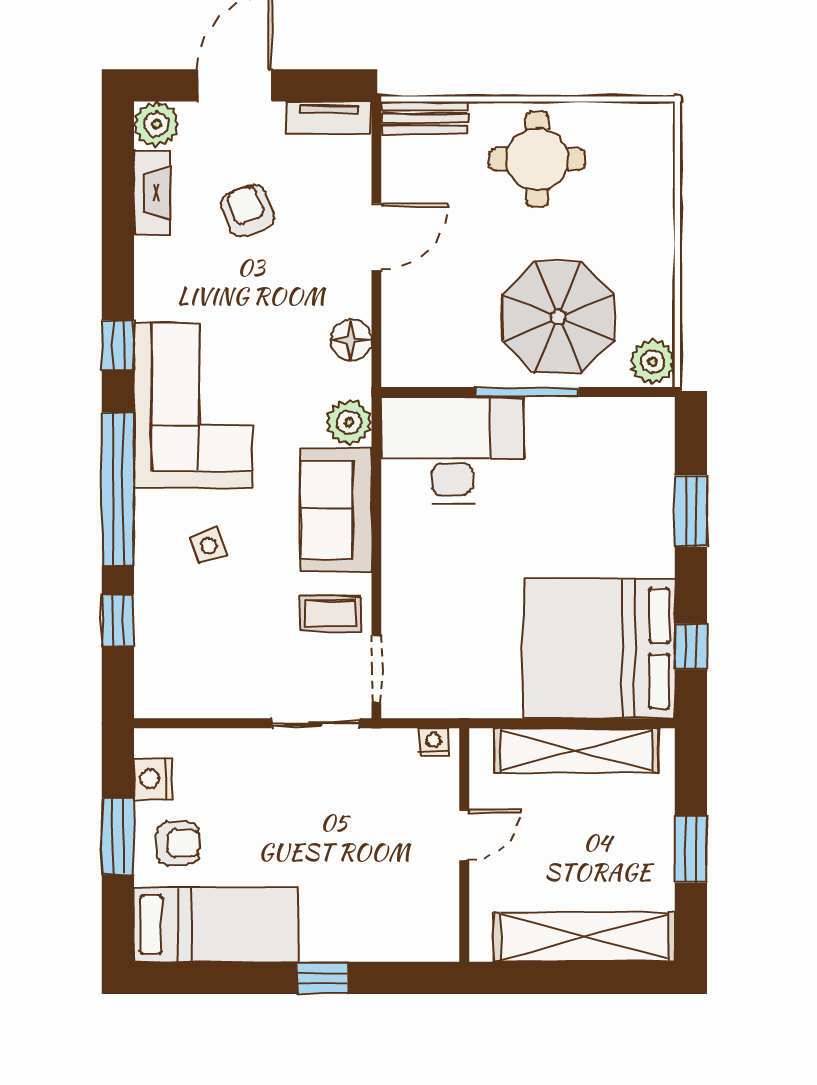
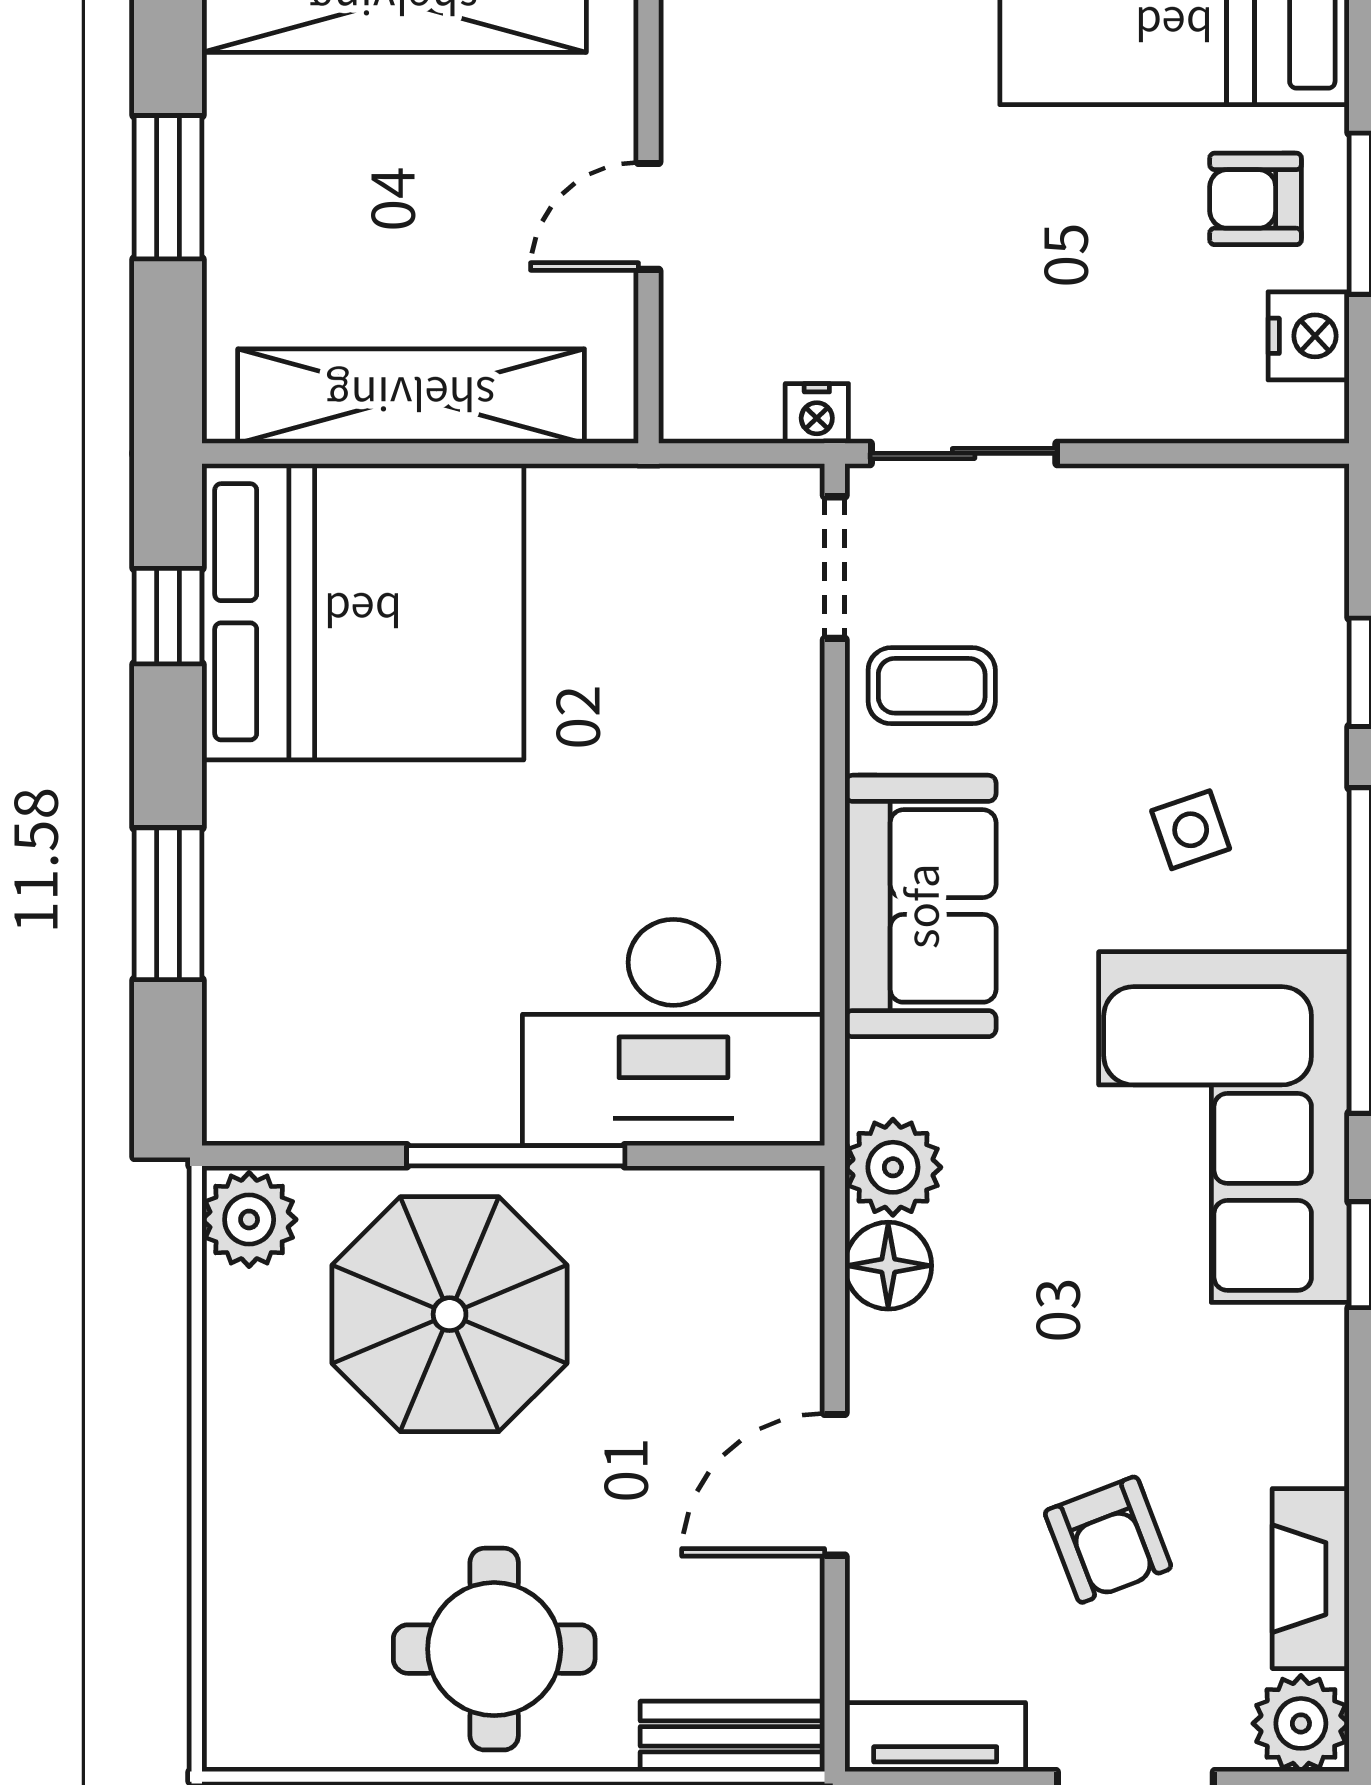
plant: (349, 422) -> (893, 1167), moved
nightstand: (434, 742) -> (817, 413), moved

